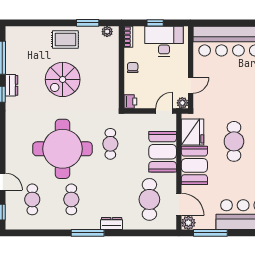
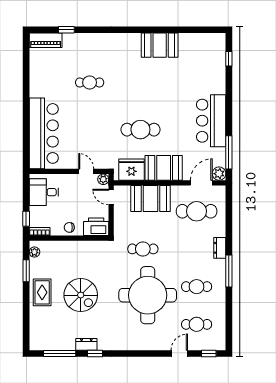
window: (155, 23) -> (26, 219), moved
desk: (164, 41) -> (44, 192), width x0.73
printer: (130, 101) -> (96, 227), width x1.87, depth x1.48

